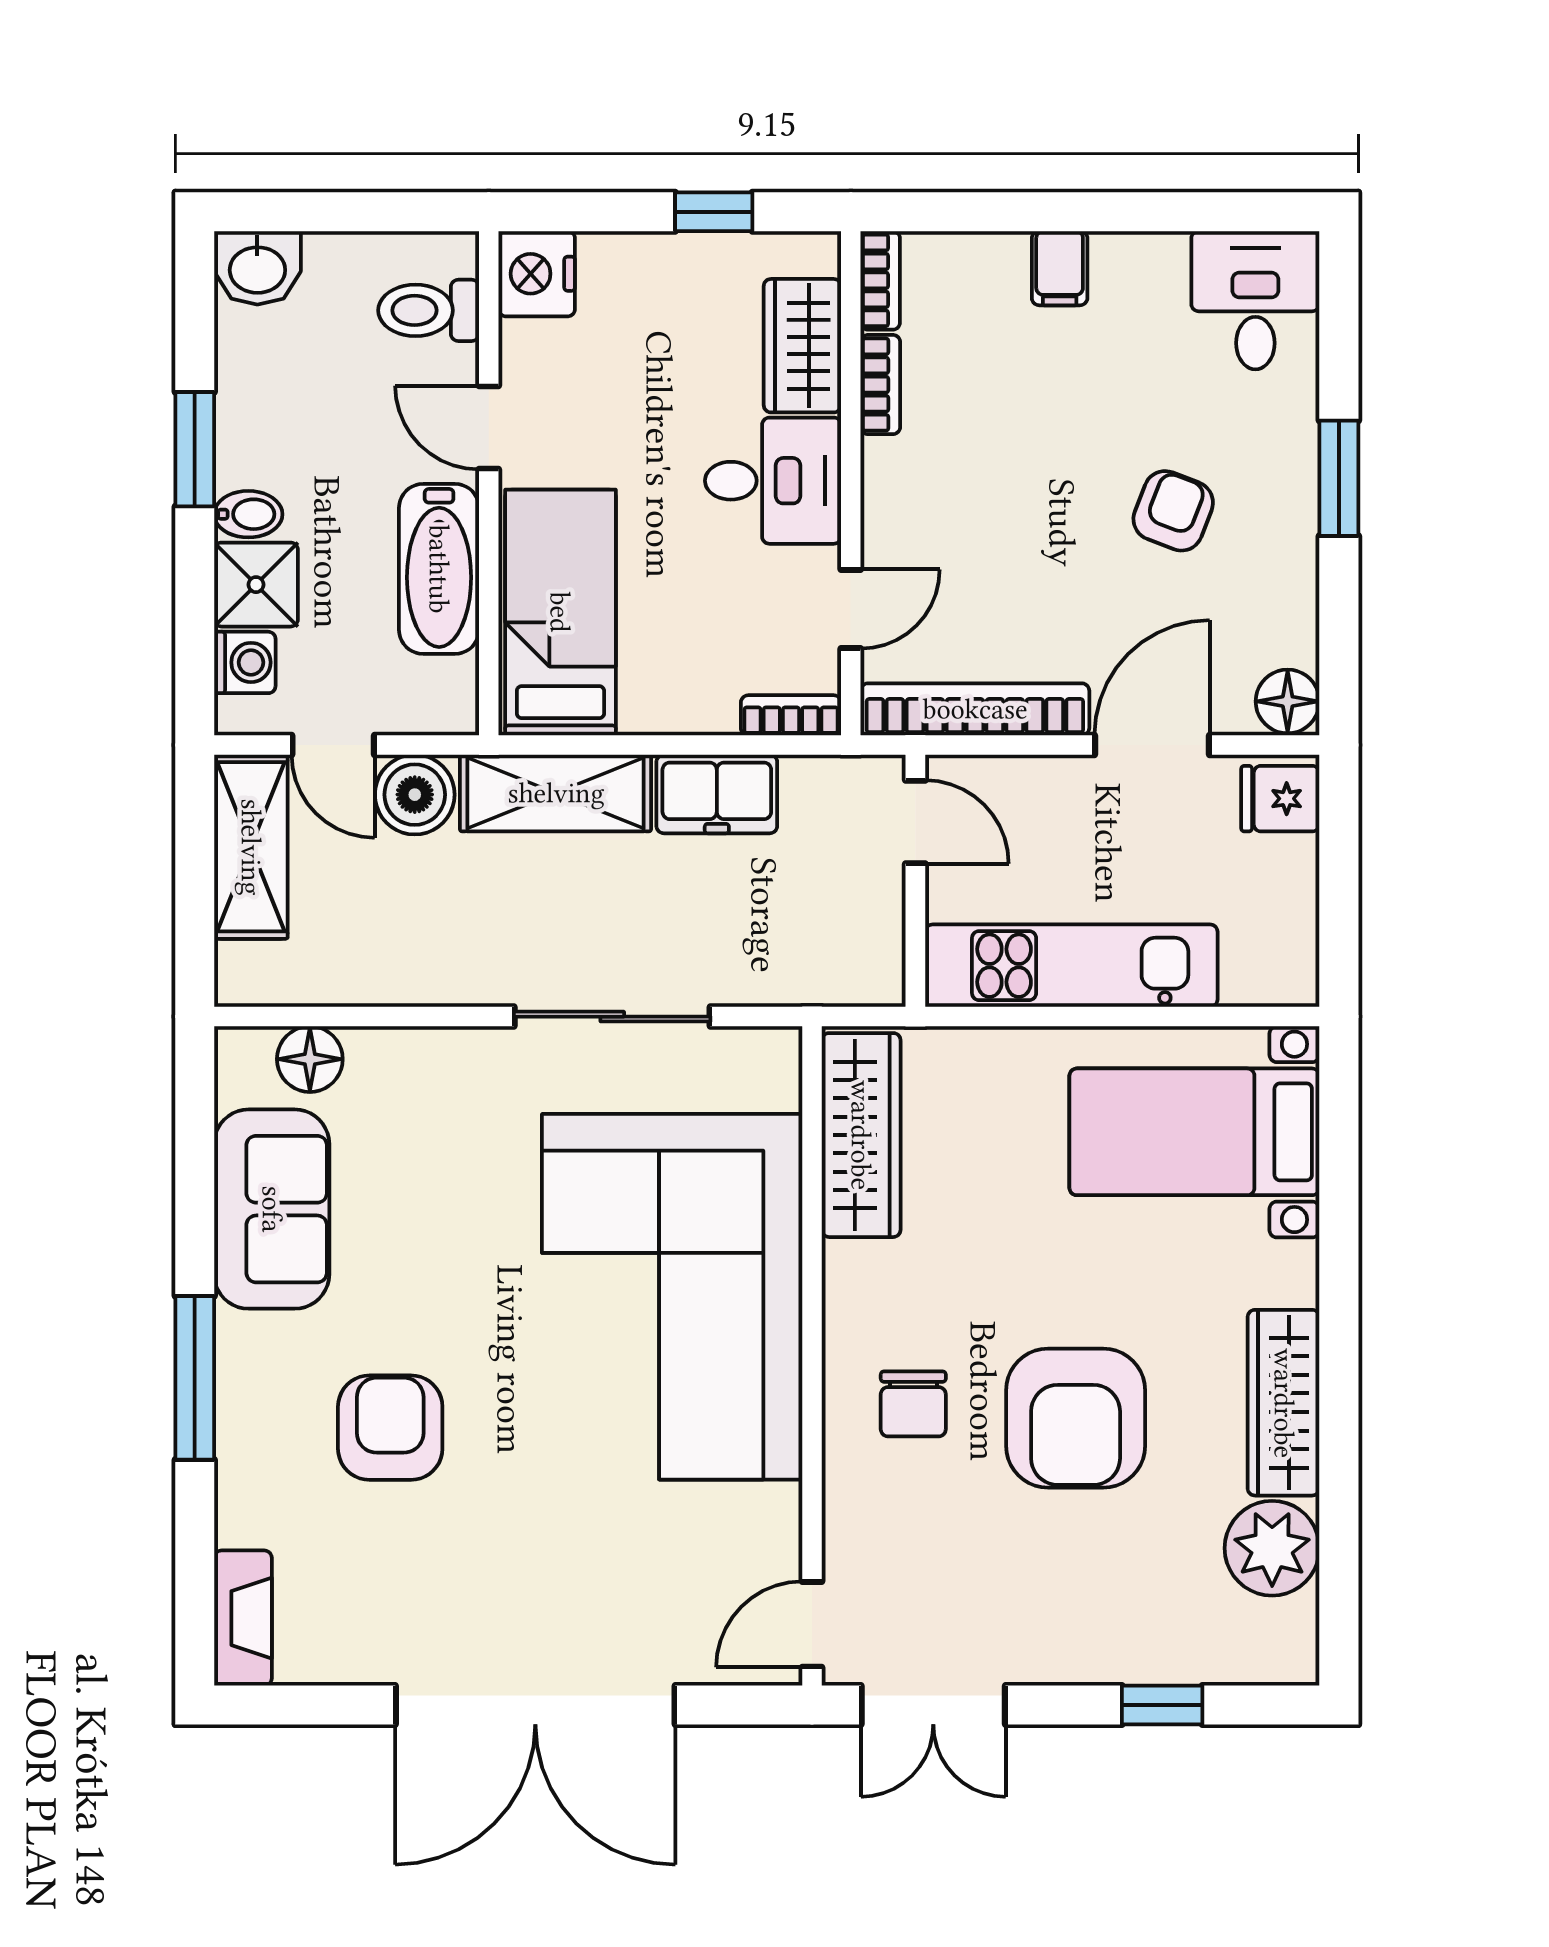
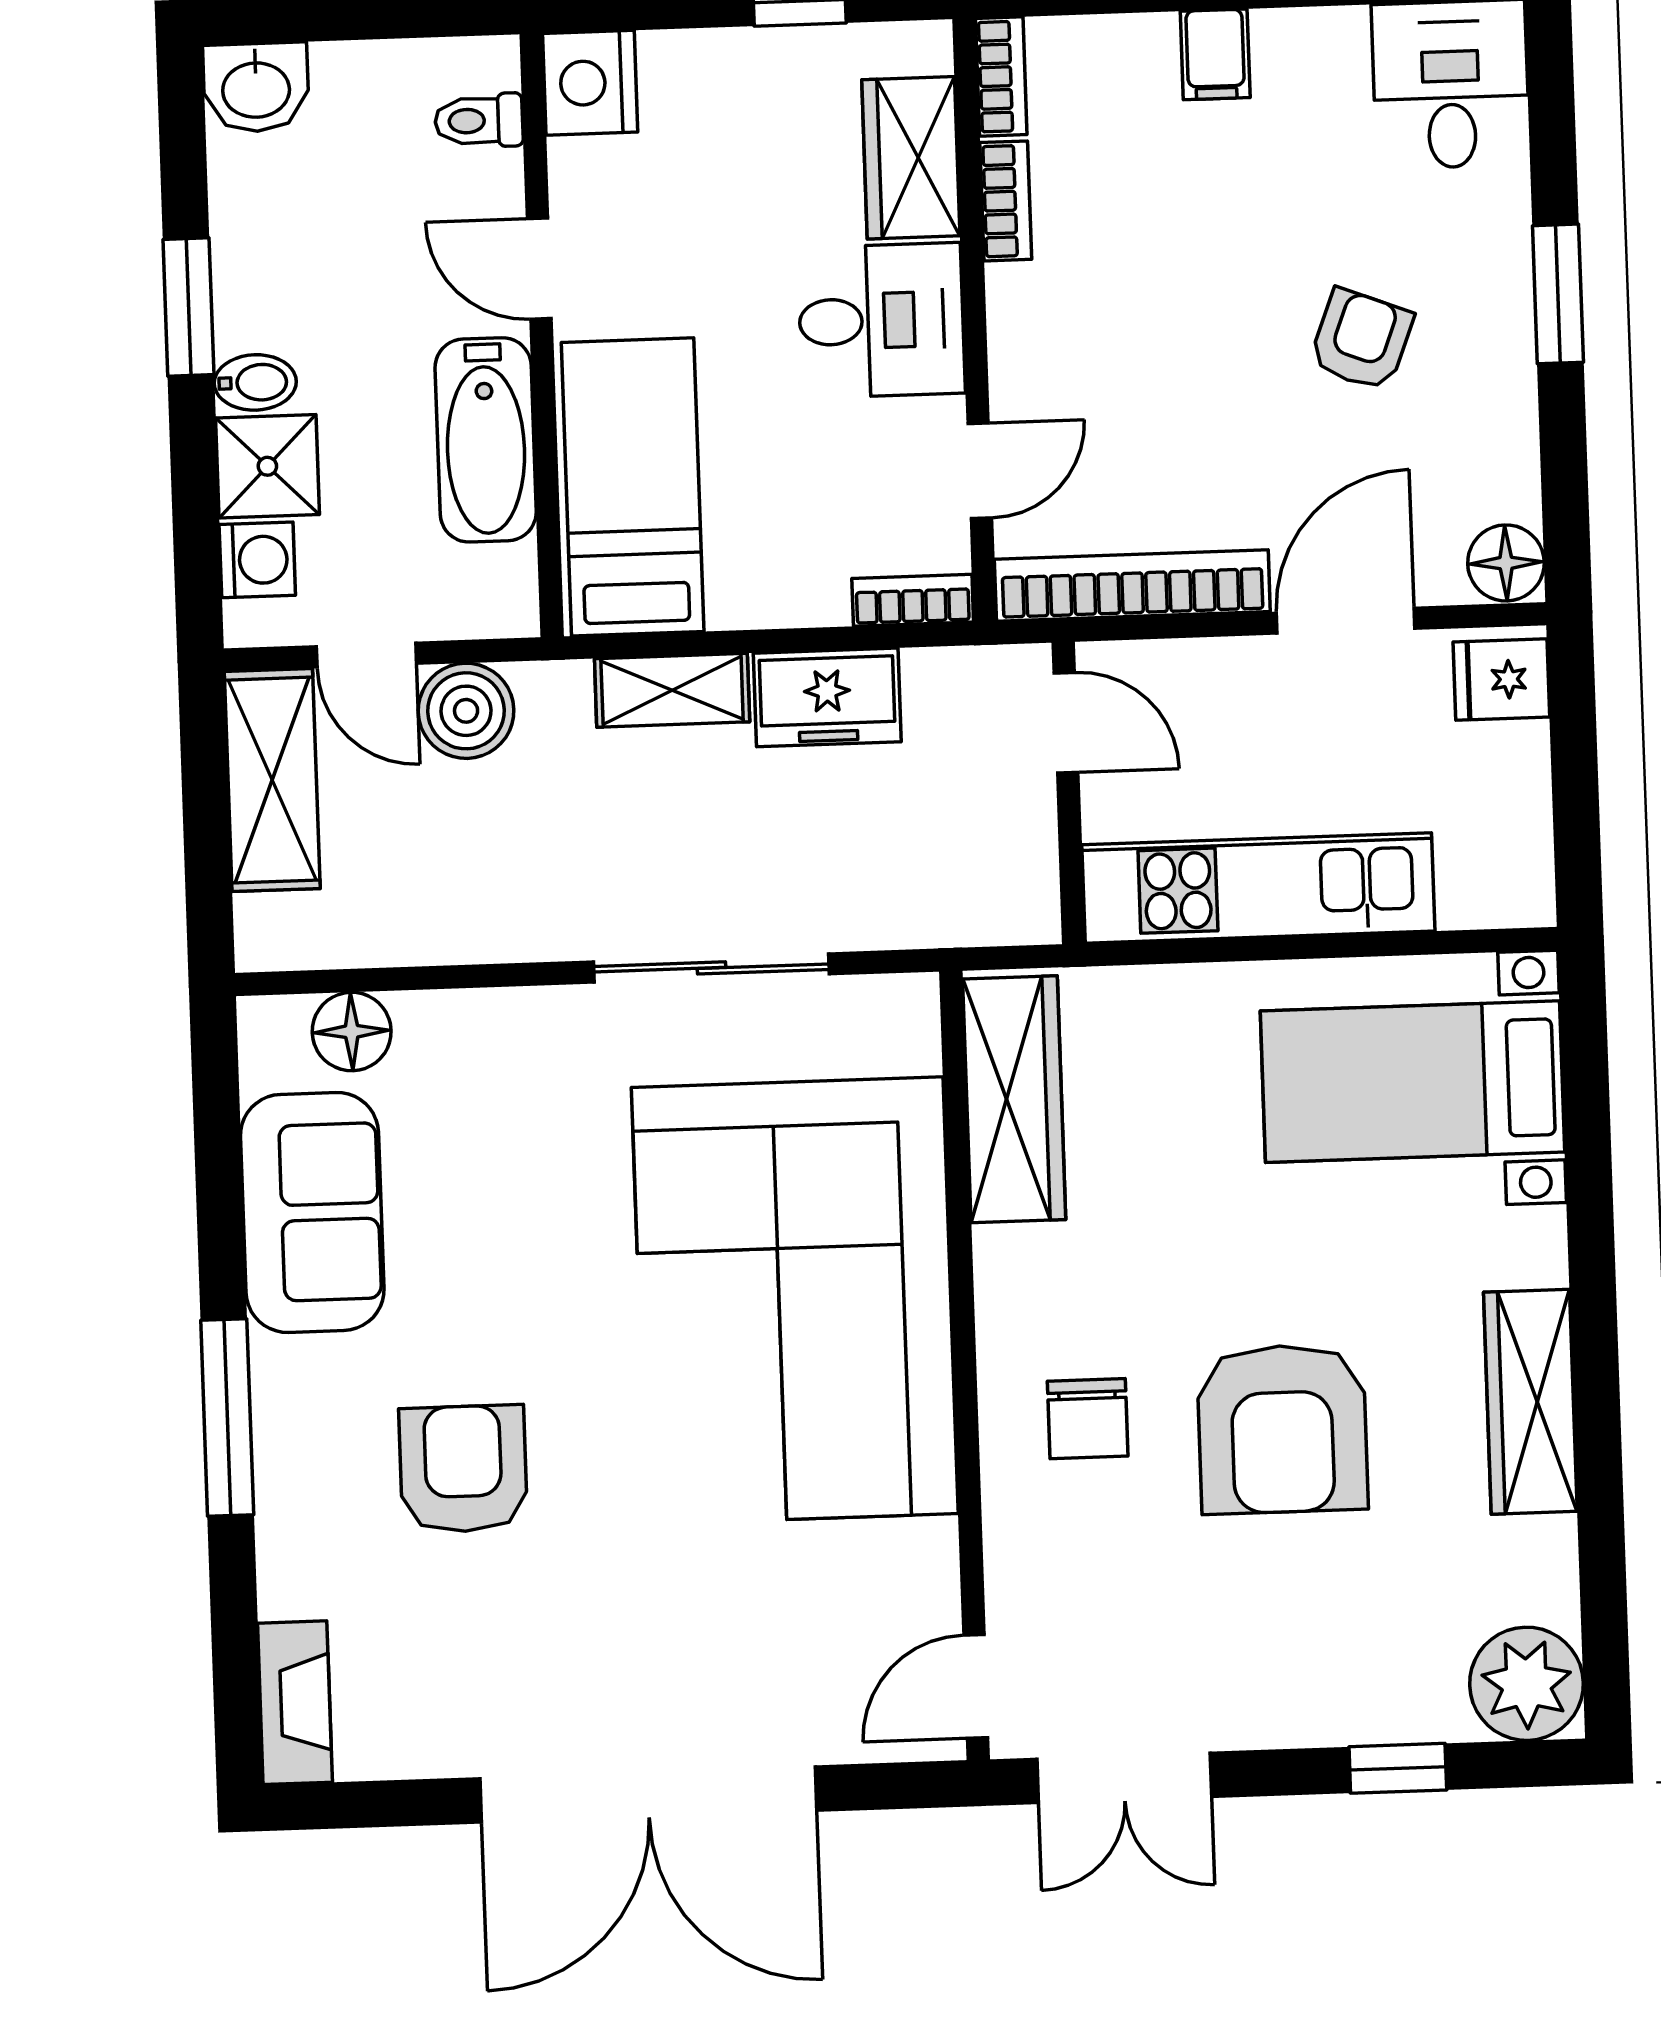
toilet: (429, 310) -> (479, 121), width x0.73, depth x0.72
shelving: (556, 793) -> (672, 690), width x0.67, depth x0.75
plant: (1272, 1548) -> (1526, 1684), moved

